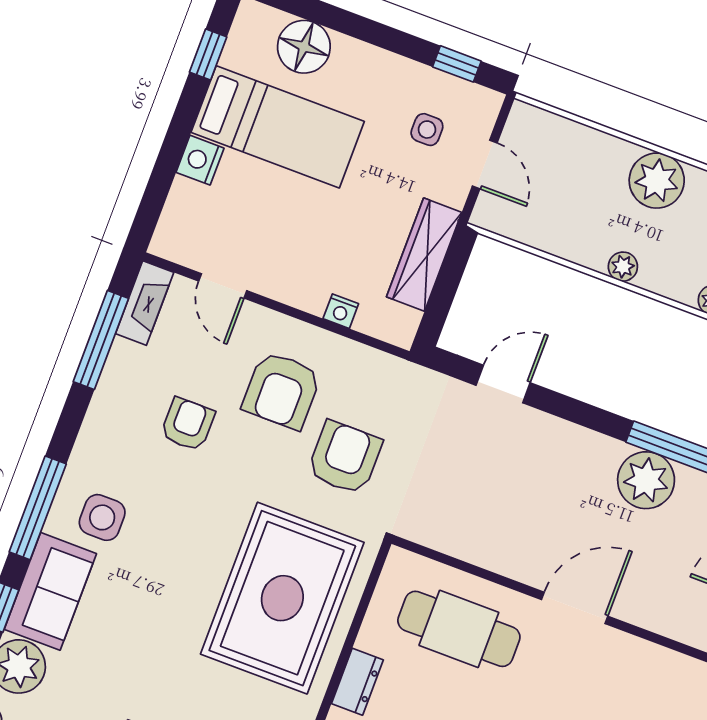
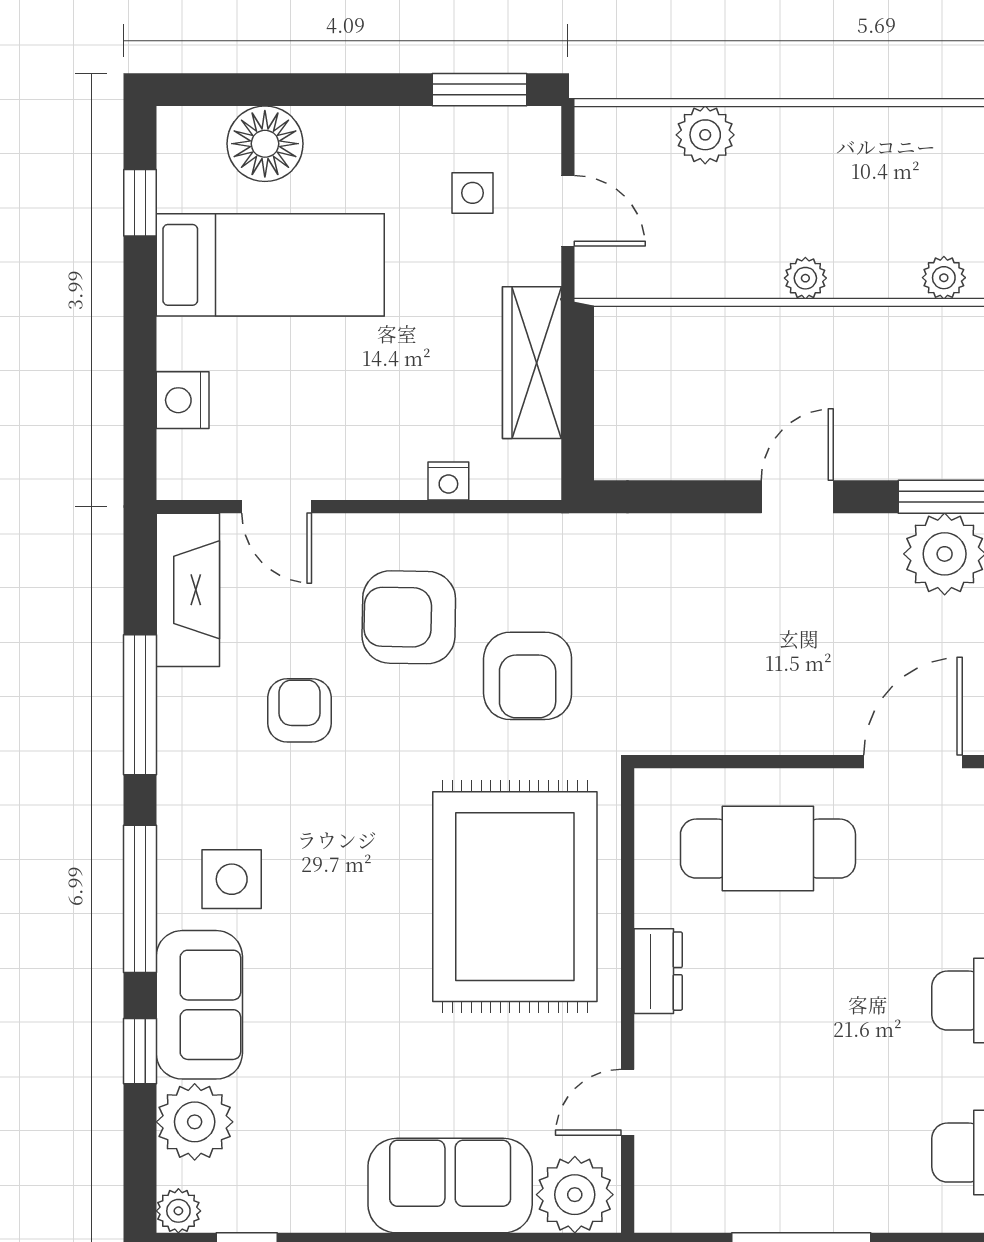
window: (457, 64) -> (479, 90), width x1.50
nightstand: (200, 160) -> (183, 400), moved
plant: (657, 181) -> (705, 135), moved, width x0.73, depth x0.73
fireplace: (145, 303) -> (188, 590), width x1.37, depth x1.32
window: (101, 340) -> (140, 705), moved
door: (503, 384) -> (797, 497), moved
armchair: (282, 390) -> (409, 617), turned 91
armchair: (345, 458) -> (528, 676), turned 180

